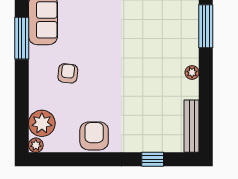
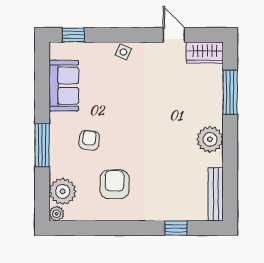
window: (22, 38) -> (42, 145), moved
plant: (192, 72) -> (210, 139), width x1.87, depth x1.87
armchair: (94, 136) -> (115, 184), moved

